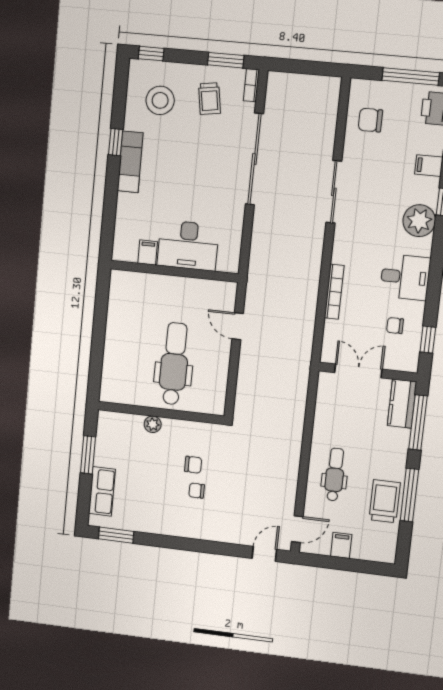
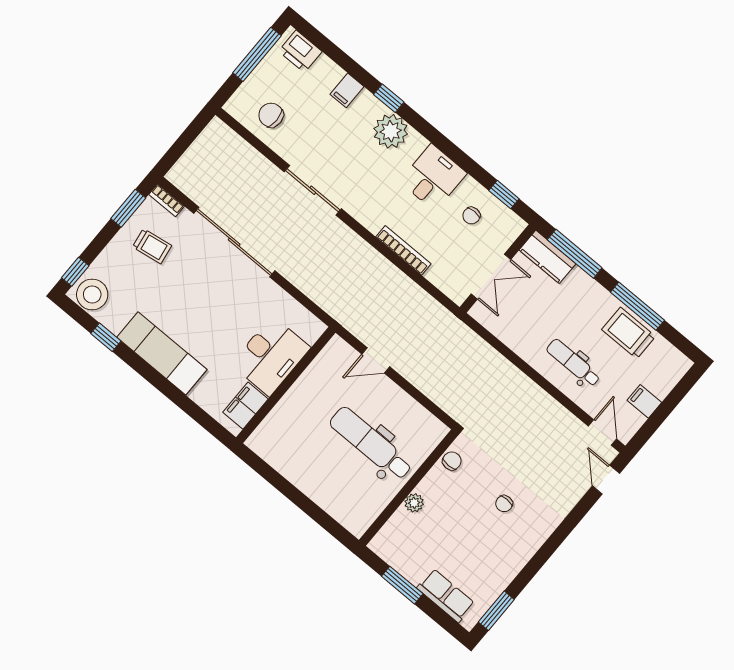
stool: (160, 100) -> (92, 294), moved
chair: (370, 120) -> (271, 115), turned 90
window: (116, 142) -> (106, 337), moved
exam couch: (130, 162) -> (162, 353), width x1.36, depth x1.45
filing cabinet: (148, 252) -> (245, 406), width x2.00
double door: (358, 371) -> (491, 277), swing flipped
chair: (193, 465) -> (452, 461), moved

